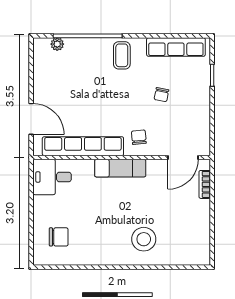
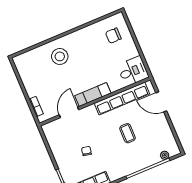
coffee table: (122, 55) -> (127, 133), moved
chair: (139, 137) -> (89, 119), removed
door: (183, 158) -> (69, 112), moved

